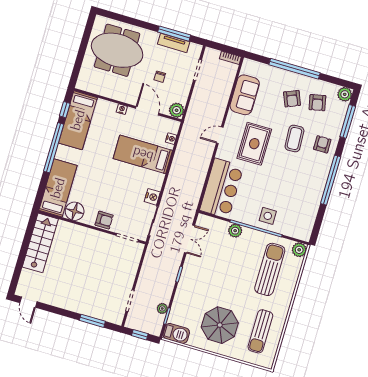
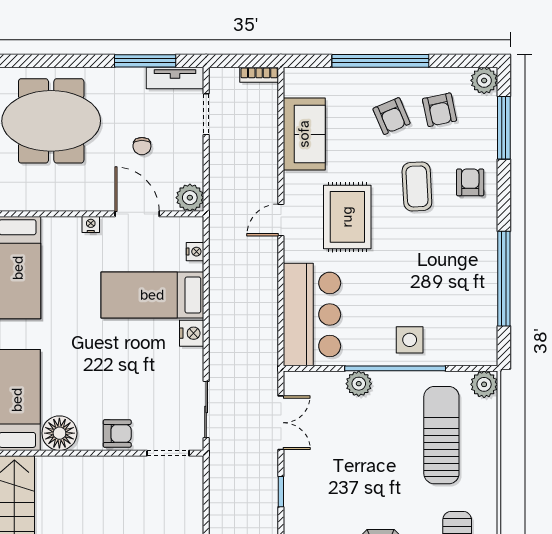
tv unit: (174, 43) -> (175, 78), moved
window: (331, 180) -> (504, 279), moved
nightstand: (152, 197) -> (192, 333), moved

